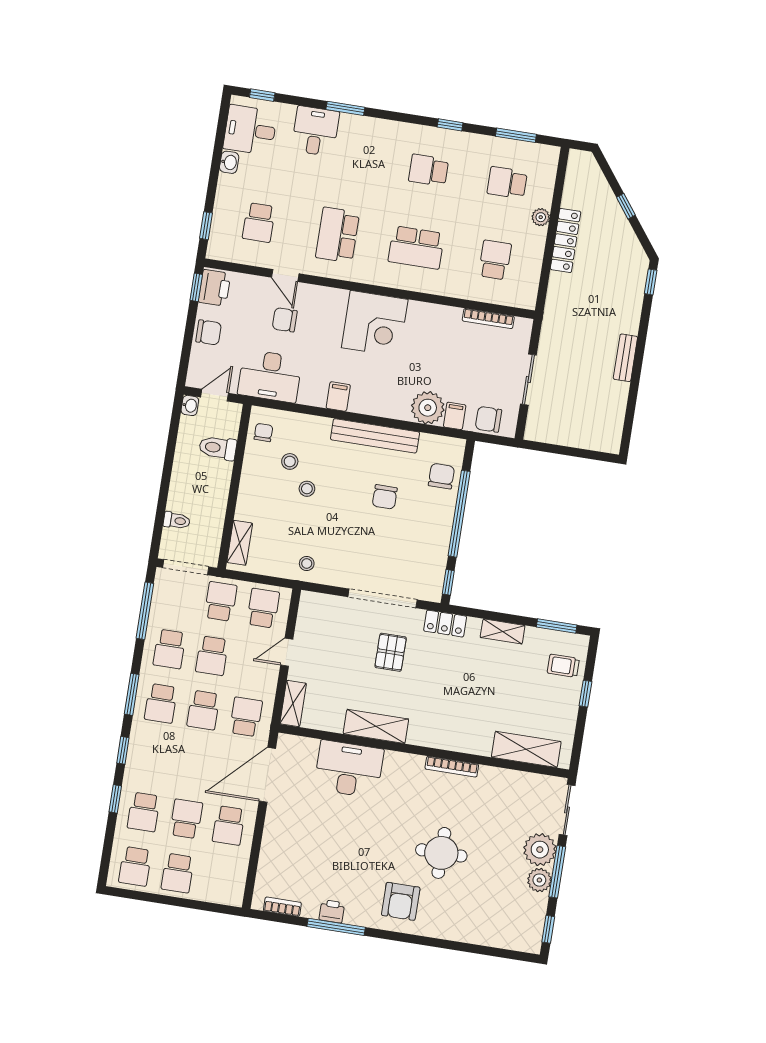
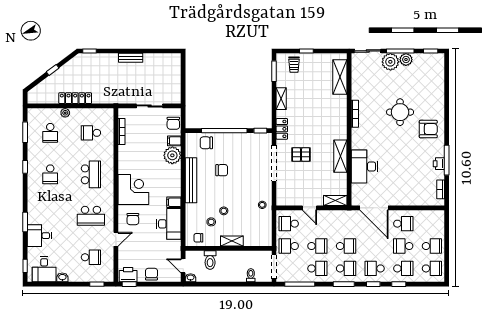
chair: (285, 320) -> (133, 219), moved
desk: (270, 376) -> (169, 224), moved
shelving: (240, 543) -> (232, 241), moved
school desk: (246, 717) -> (375, 268), moved

